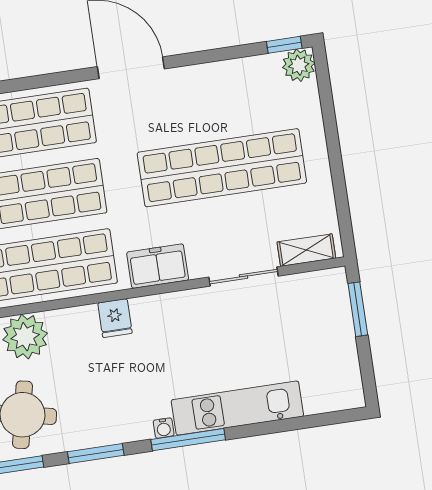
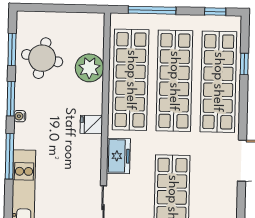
water cooler: (164, 428) -> (20, 116), moved

